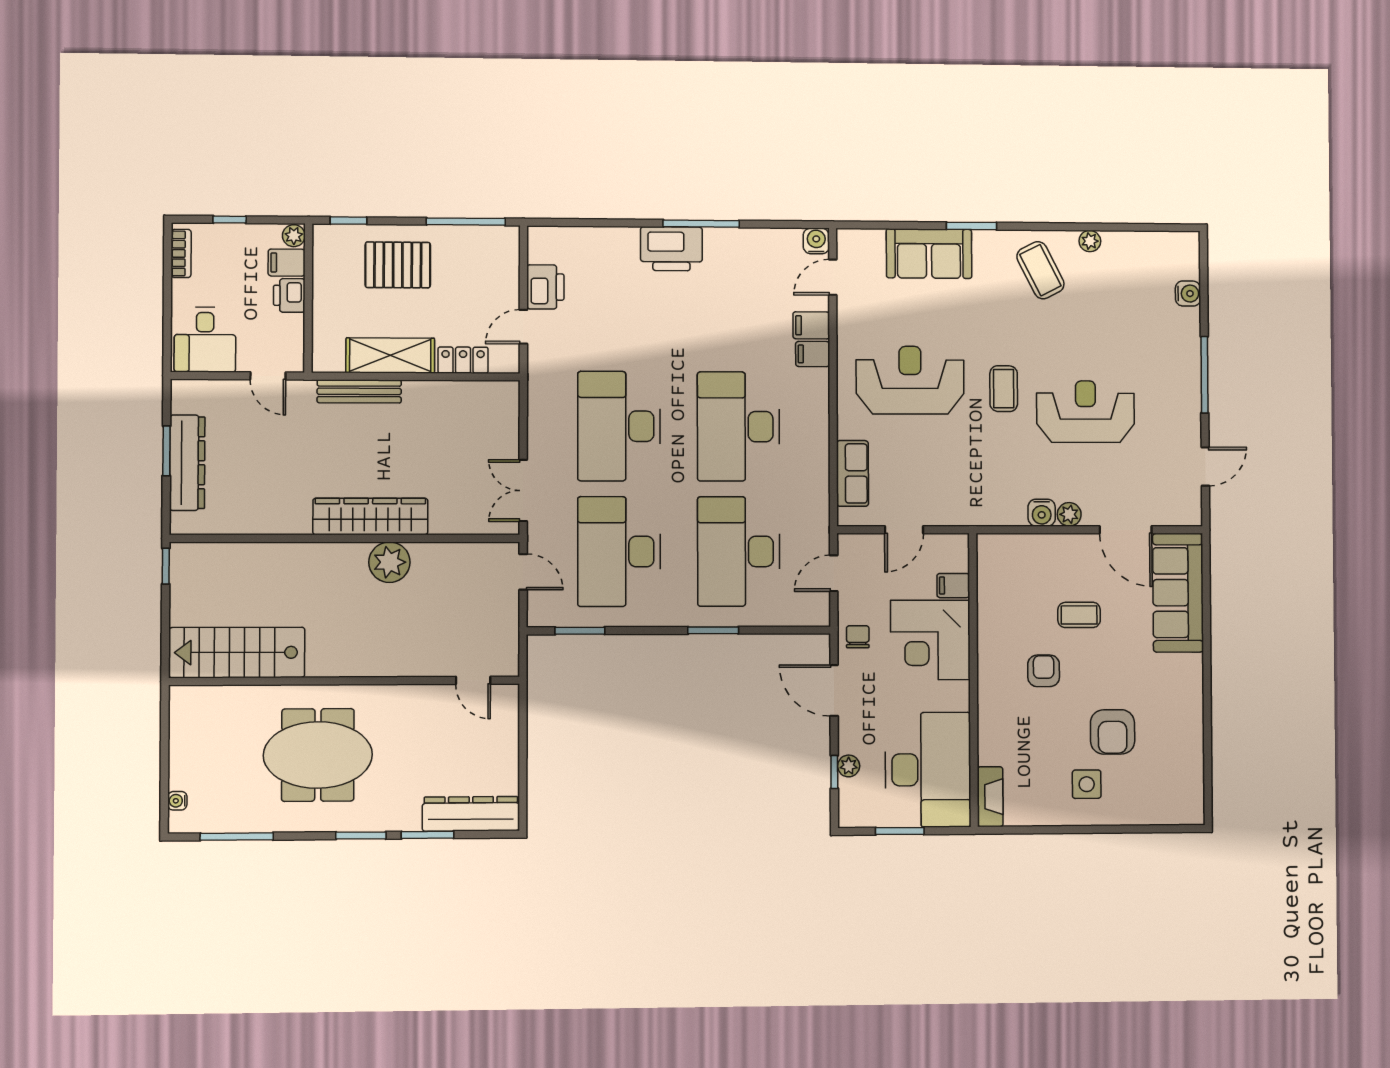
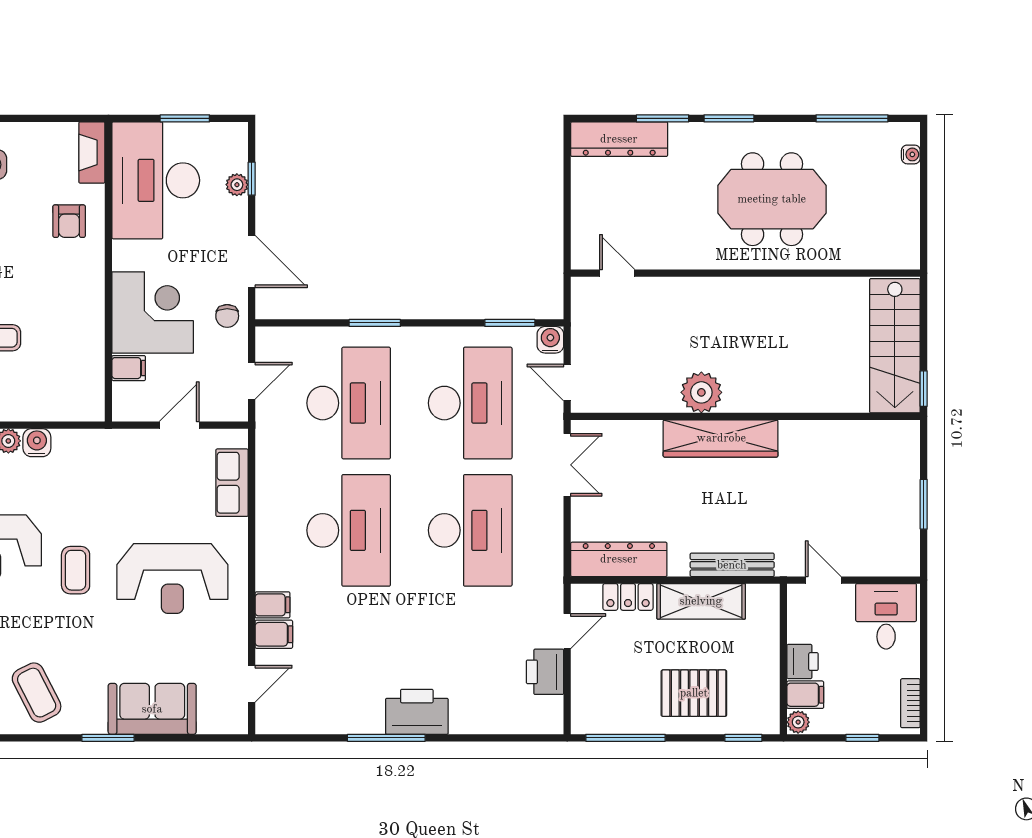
water cooler: (816, 241) -> (550, 340), moved, turned 180
dresser: (187, 463) -> (619, 559), moved, turned 90
stairs: (237, 652) -> (895, 346), moved, turned 90
armchair: (1044, 671) -> (69, 221), moved

